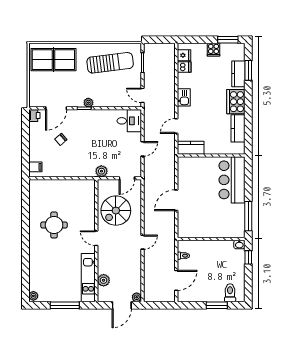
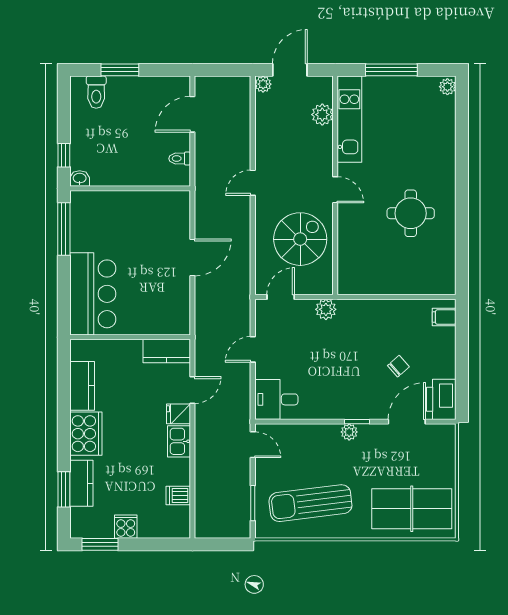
fridge: (184, 55) -> (179, 414), moved
printer: (34, 116) -> (441, 399), width x1.87, depth x1.48

